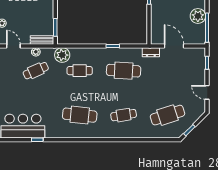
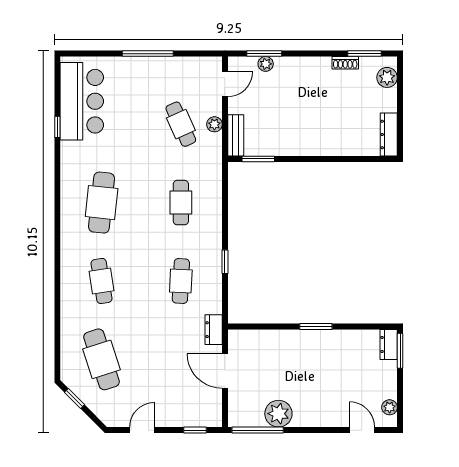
door: (174, 46) -> (225, 371), swing flipped
plant: (62, 55) -> (209, 171), removed
cafe table: (124, 71) -> (181, 281), width x0.73, depth x0.74

